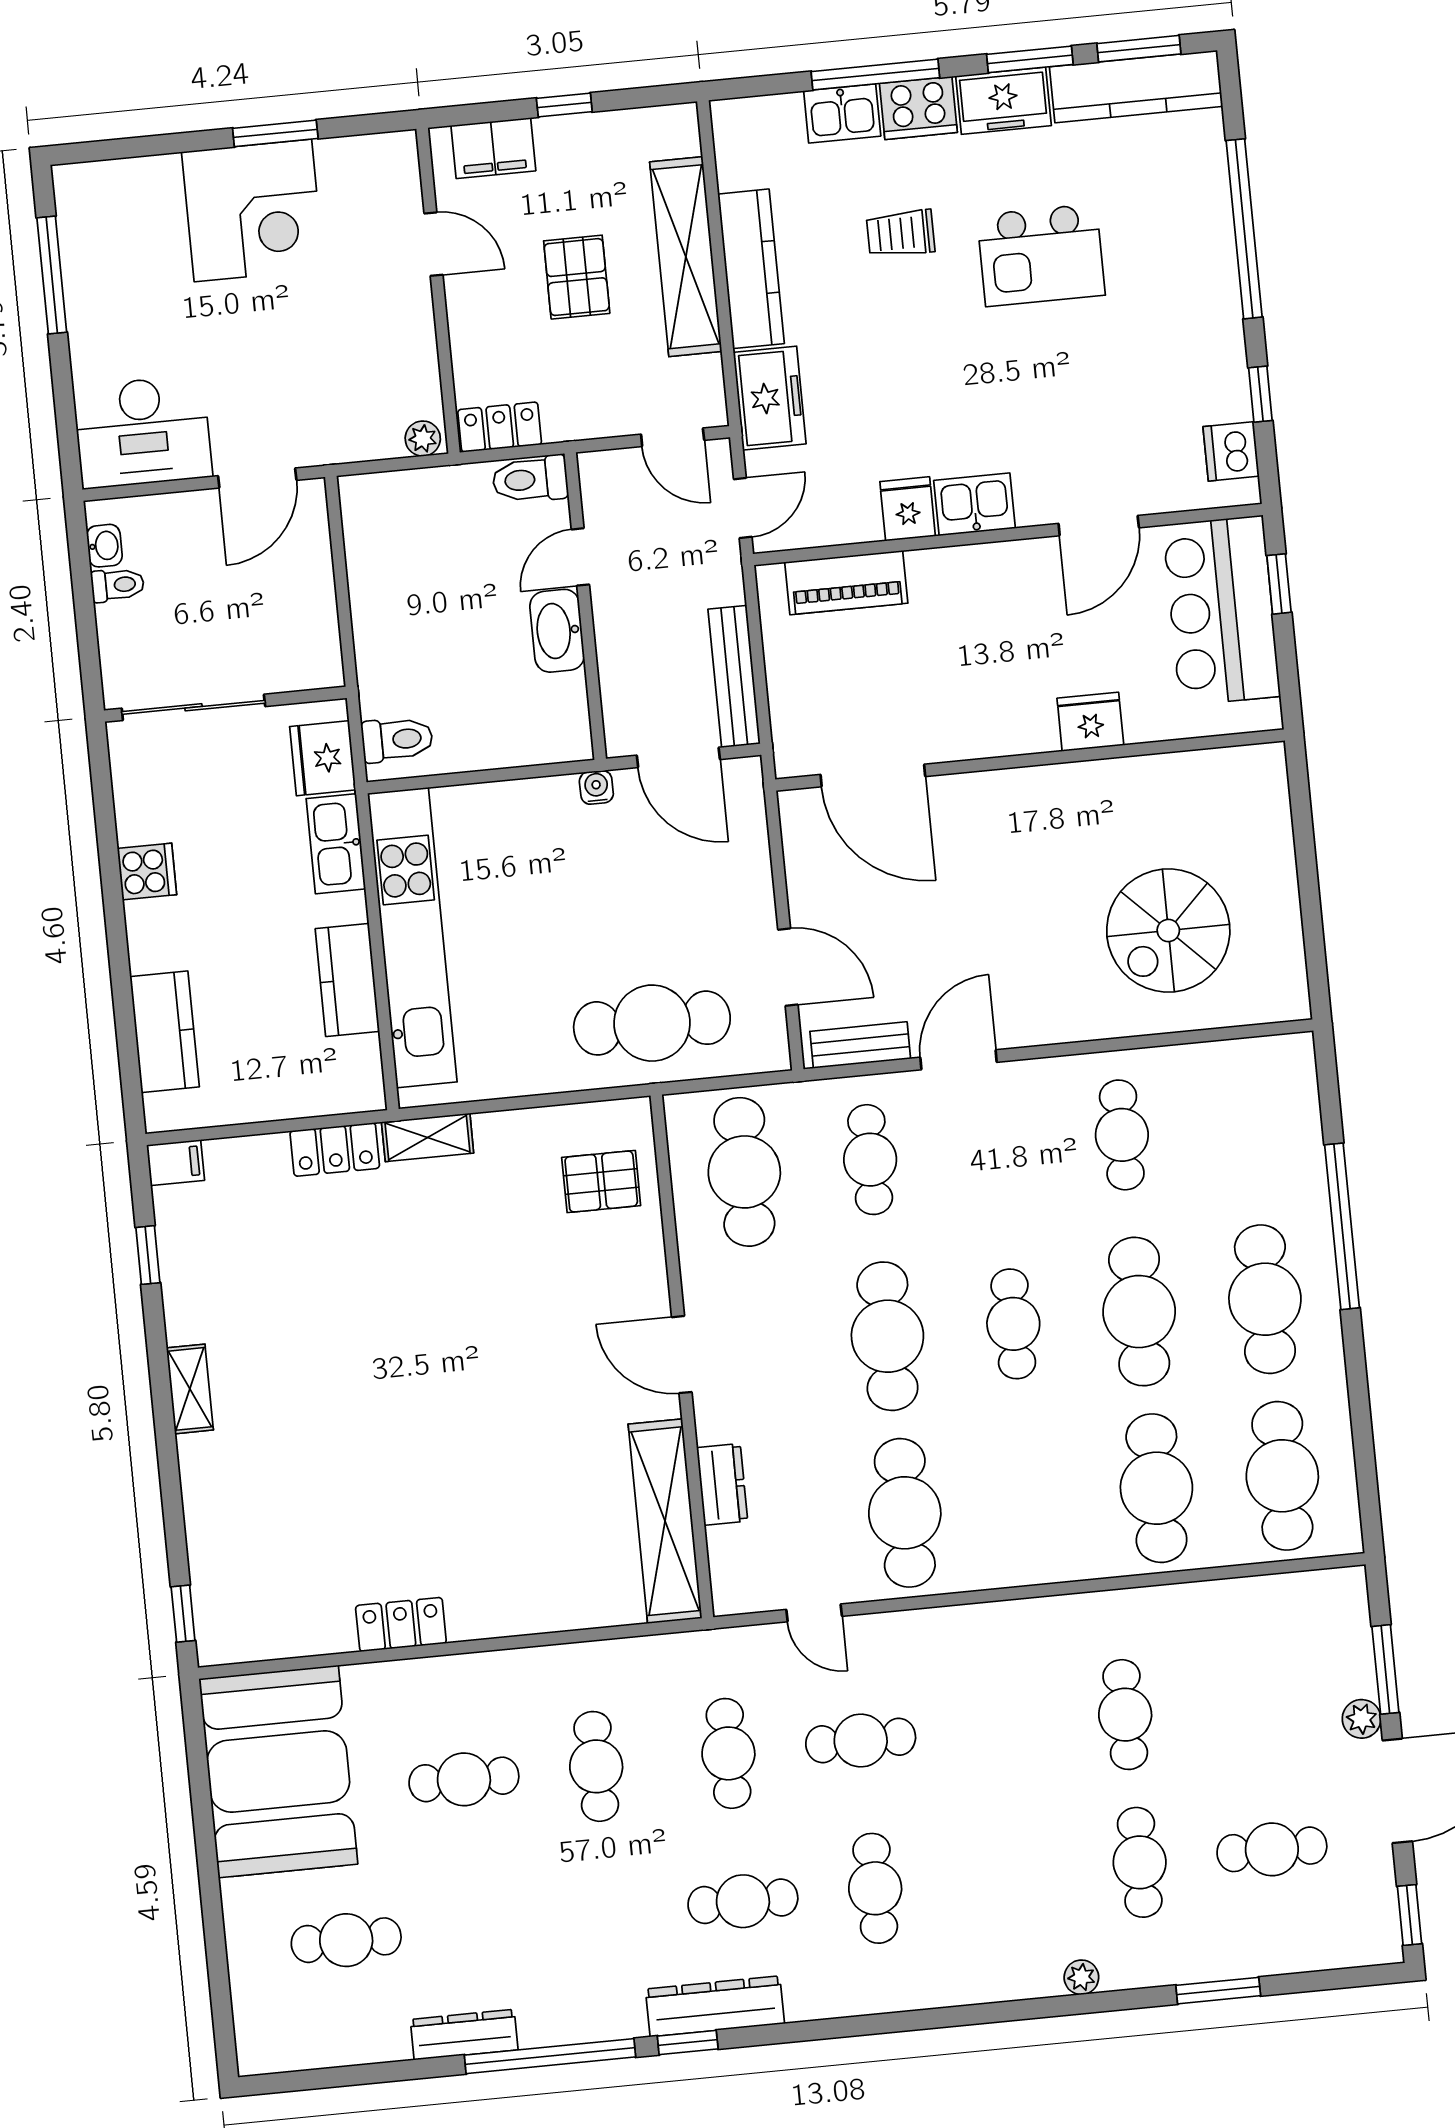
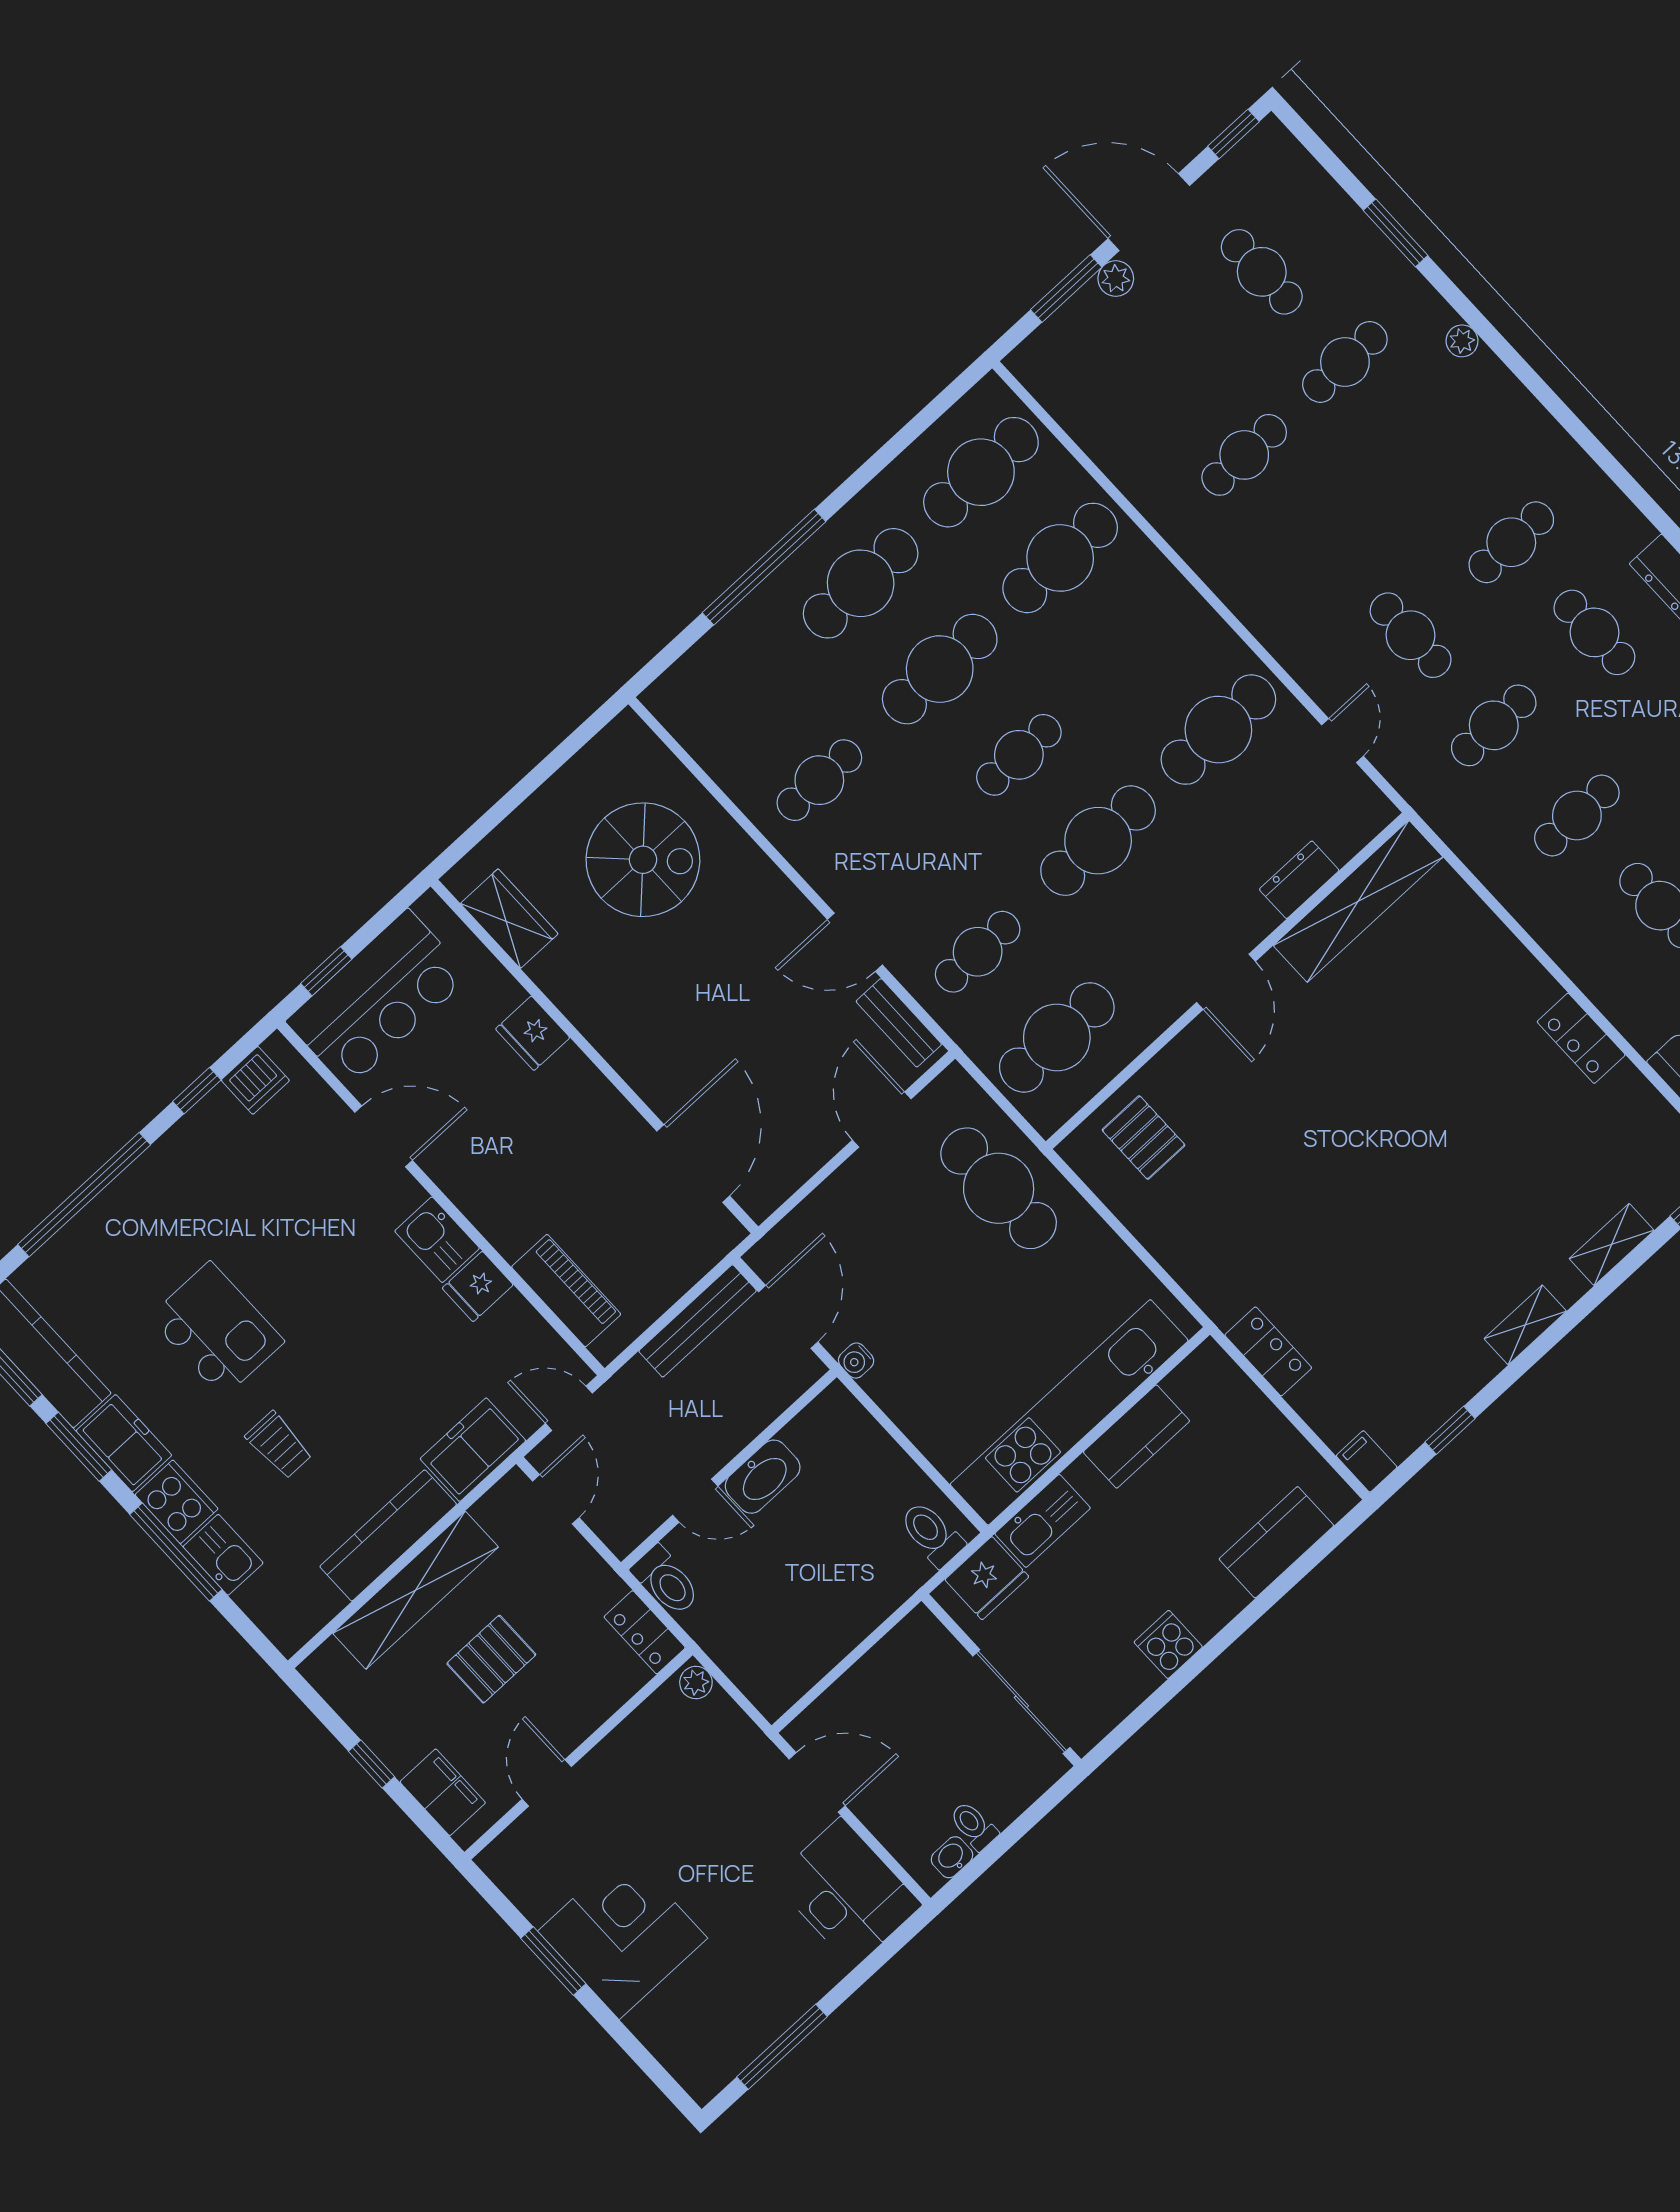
wardrobe: (1205, 777) -> (509, 919), added
shelving: (428, 1137) -> (1612, 1244), moved, turned 90

